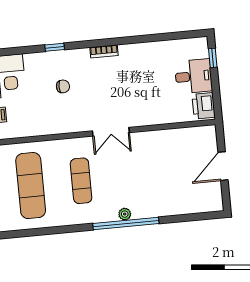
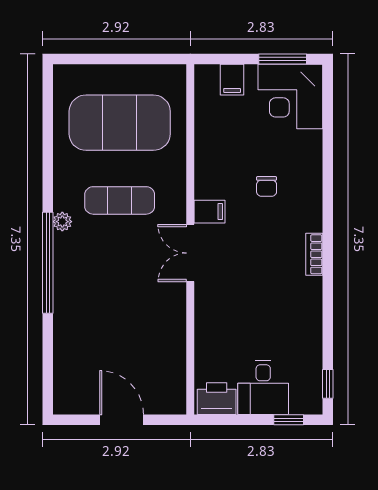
window: (55, 47) -> (328, 384), moved
filing cabinet: (83, 122) -> (209, 212), added
exercise mat: (31, 186) -> (120, 123), width x1.47
plant: (125, 214) -> (62, 222), moved

